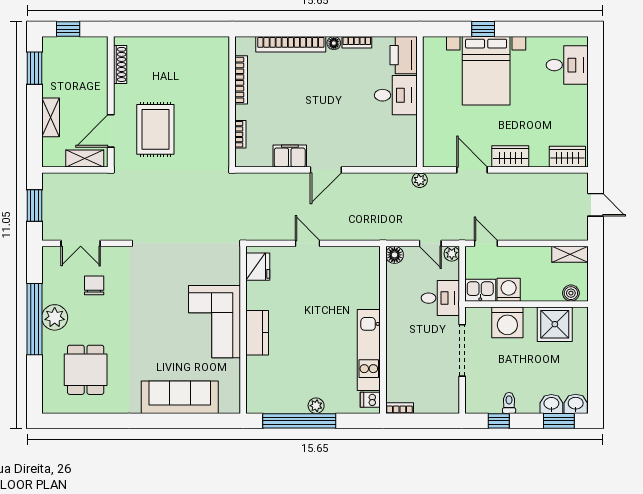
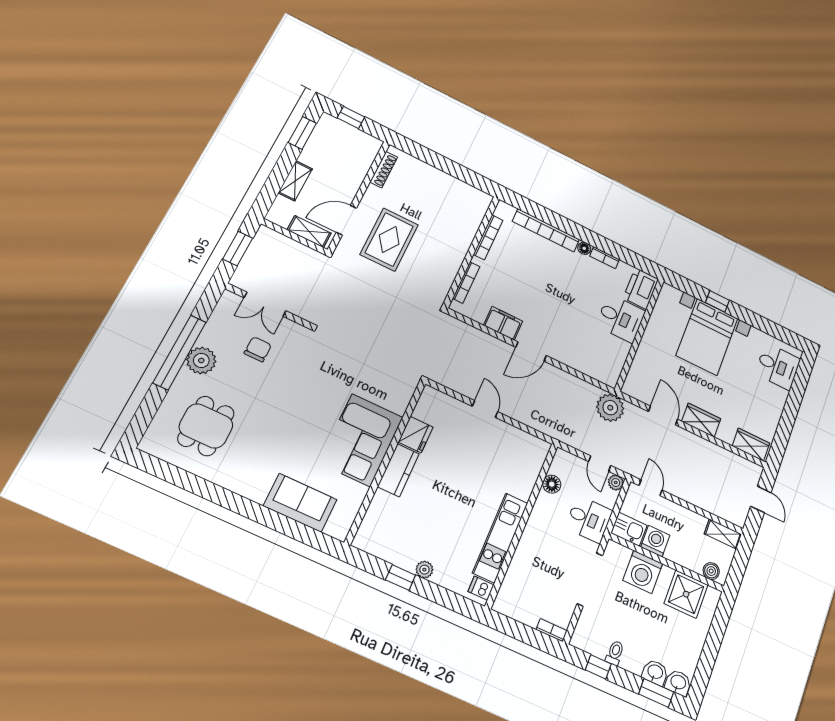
bookcase: (240, 134) -> (466, 282), width x1.56
plant: (420, 180) -> (610, 408), width x1.87, depth x1.87
floor lamp: (394, 255) -> (552, 484), moved
fridge: (258, 267) -> (416, 435), moved
sofa: (180, 397) -> (300, 503), width x0.73
bookcase: (400, 408) -> (552, 630), moved
window: (299, 421) -> (401, 577), width x0.32

